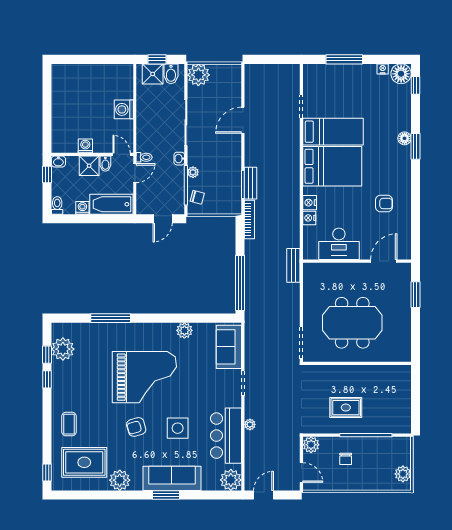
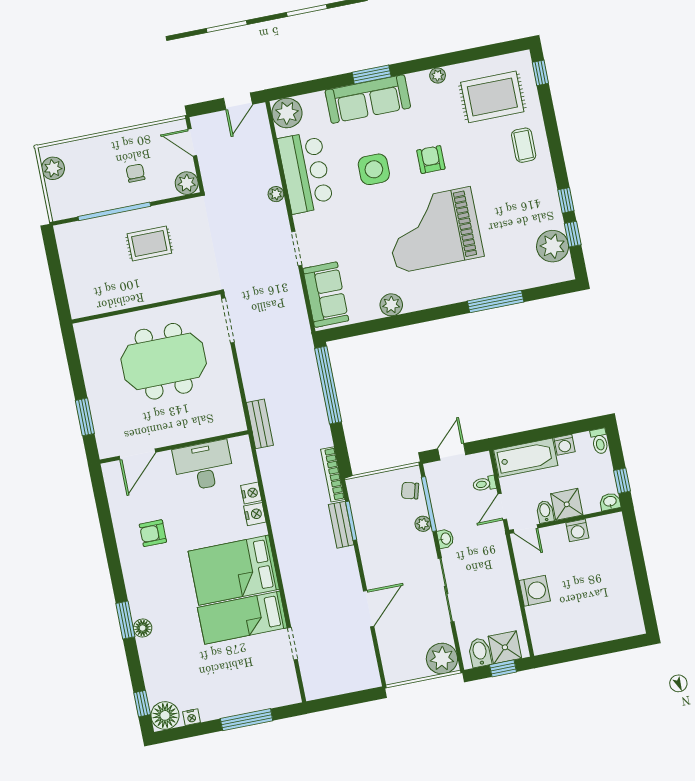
toilet: (144, 157) -> (484, 484), moved
armchair: (136, 427) -> (431, 160), turned -74
plant: (120, 480) -> (438, 76), width x0.53, depth x0.53

